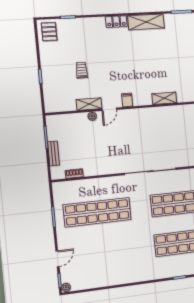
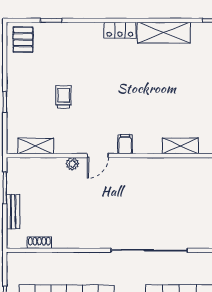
shelving: (89, 104) -> (36, 146), moved

